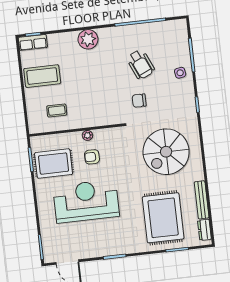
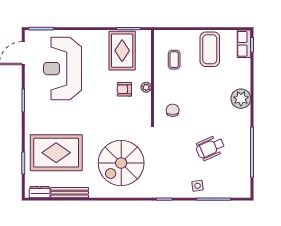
chair: (139, 101) -> (173, 110), moved
spiral stairs: (166, 152) -> (121, 163), turned -90
armchair: (92, 157) -> (124, 89), turned -90
reception desk: (86, 201) -> (62, 69), moved, turned 180

